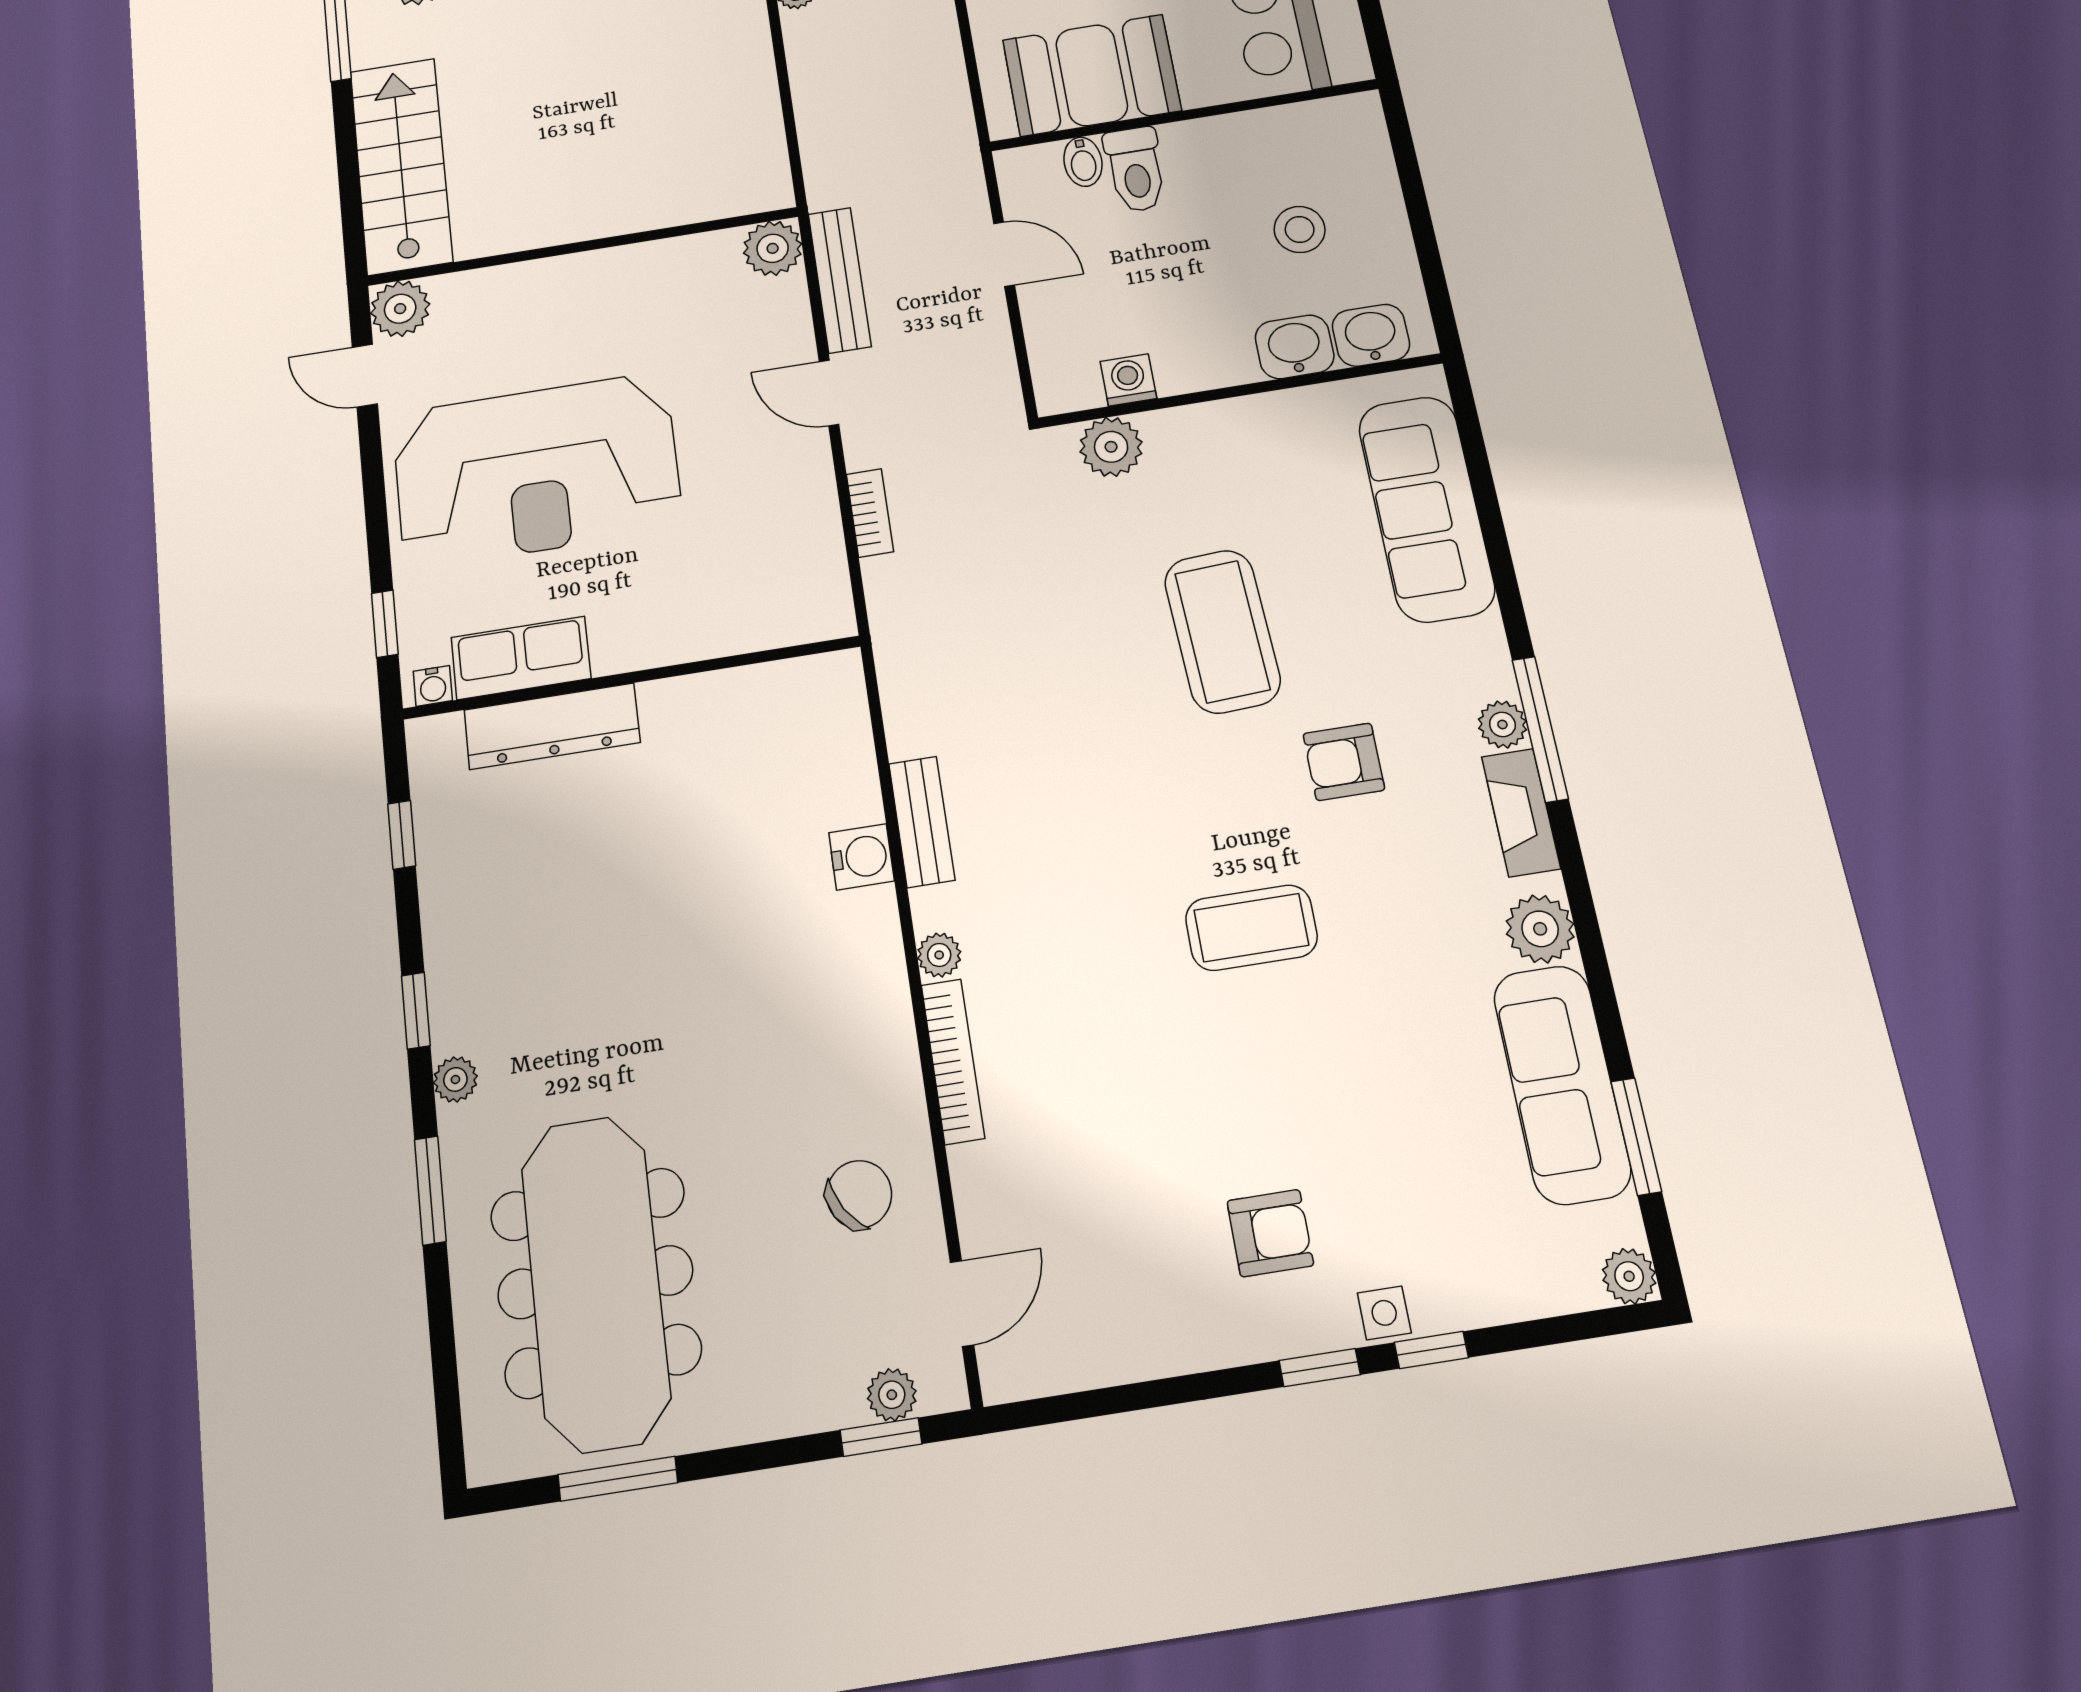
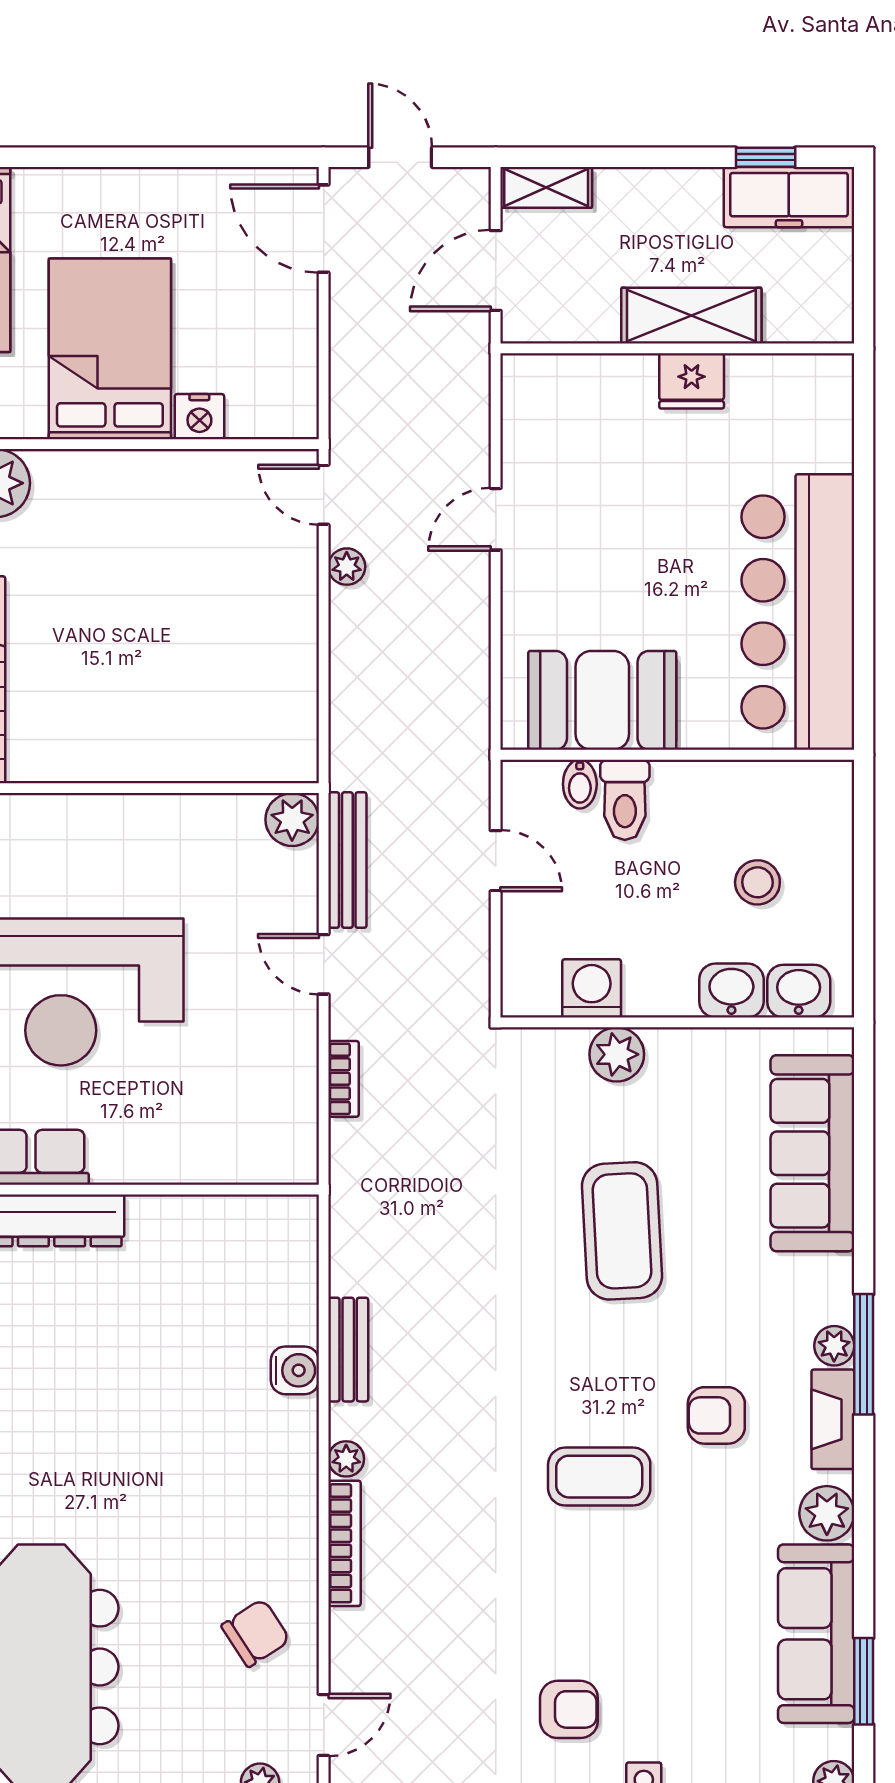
washing machine: (1128, 380) -> (592, 988), width x1.38, depth x1.38
plant: (1111, 447) -> (617, 1054), moved
armchair: (1344, 762) -> (716, 1415), moved

